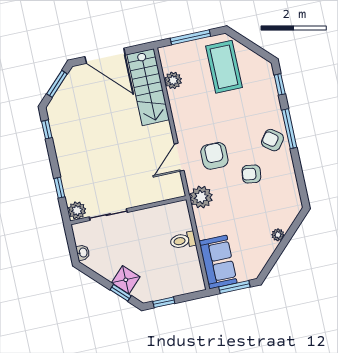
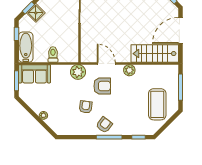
coffee table: (224, 67) -> (157, 104), turned 90
plant: (173, 80) -> (129, 70), moved
bathtub: (181, 284) -> (26, 47), added

